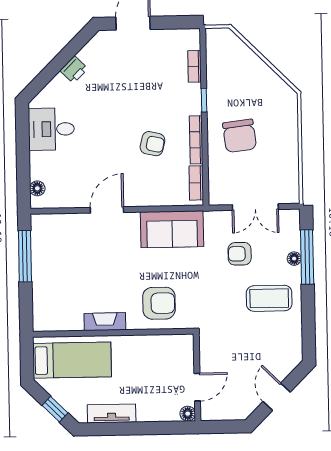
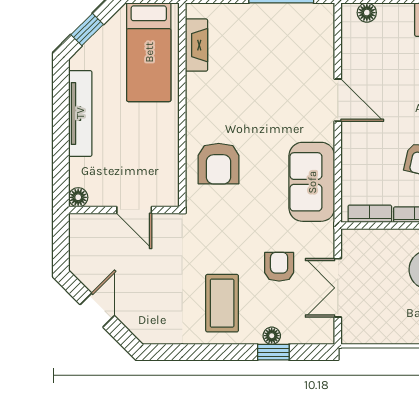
window: (307, 257) -> (273, 352), width x0.46
fireplace: (105, 322) -> (196, 45), moved
door: (197, 387) -> (134, 210), moved
door: (277, 397) -> (97, 310), hinge flipped
tv unit: (112, 413) -> (80, 113), width x1.41

